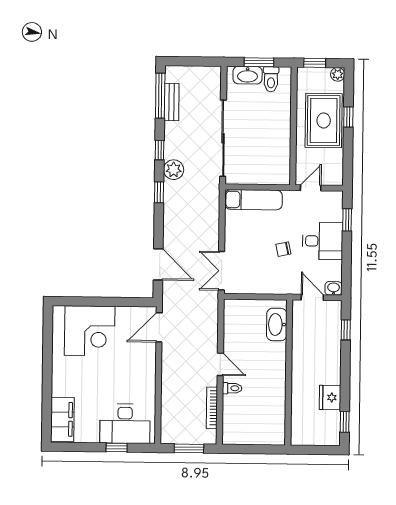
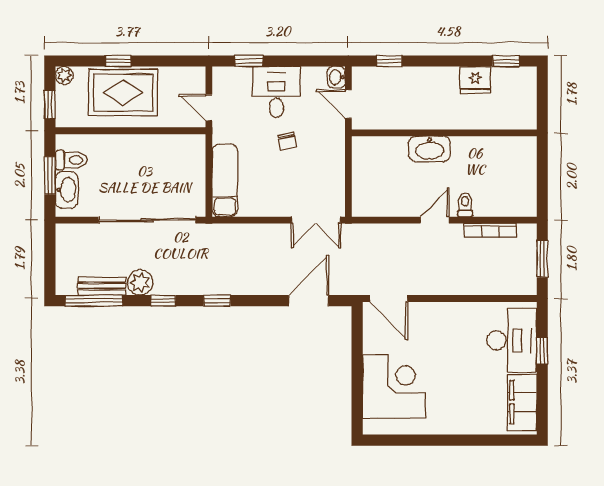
plant: (174, 170) -> (140, 283), moved
door: (312, 297) -> (348, 104), hinge flipped
washbasin: (277, 325) -> (430, 149), moved
filing cabinet: (62, 419) -> (522, 402), moved, turned -90

